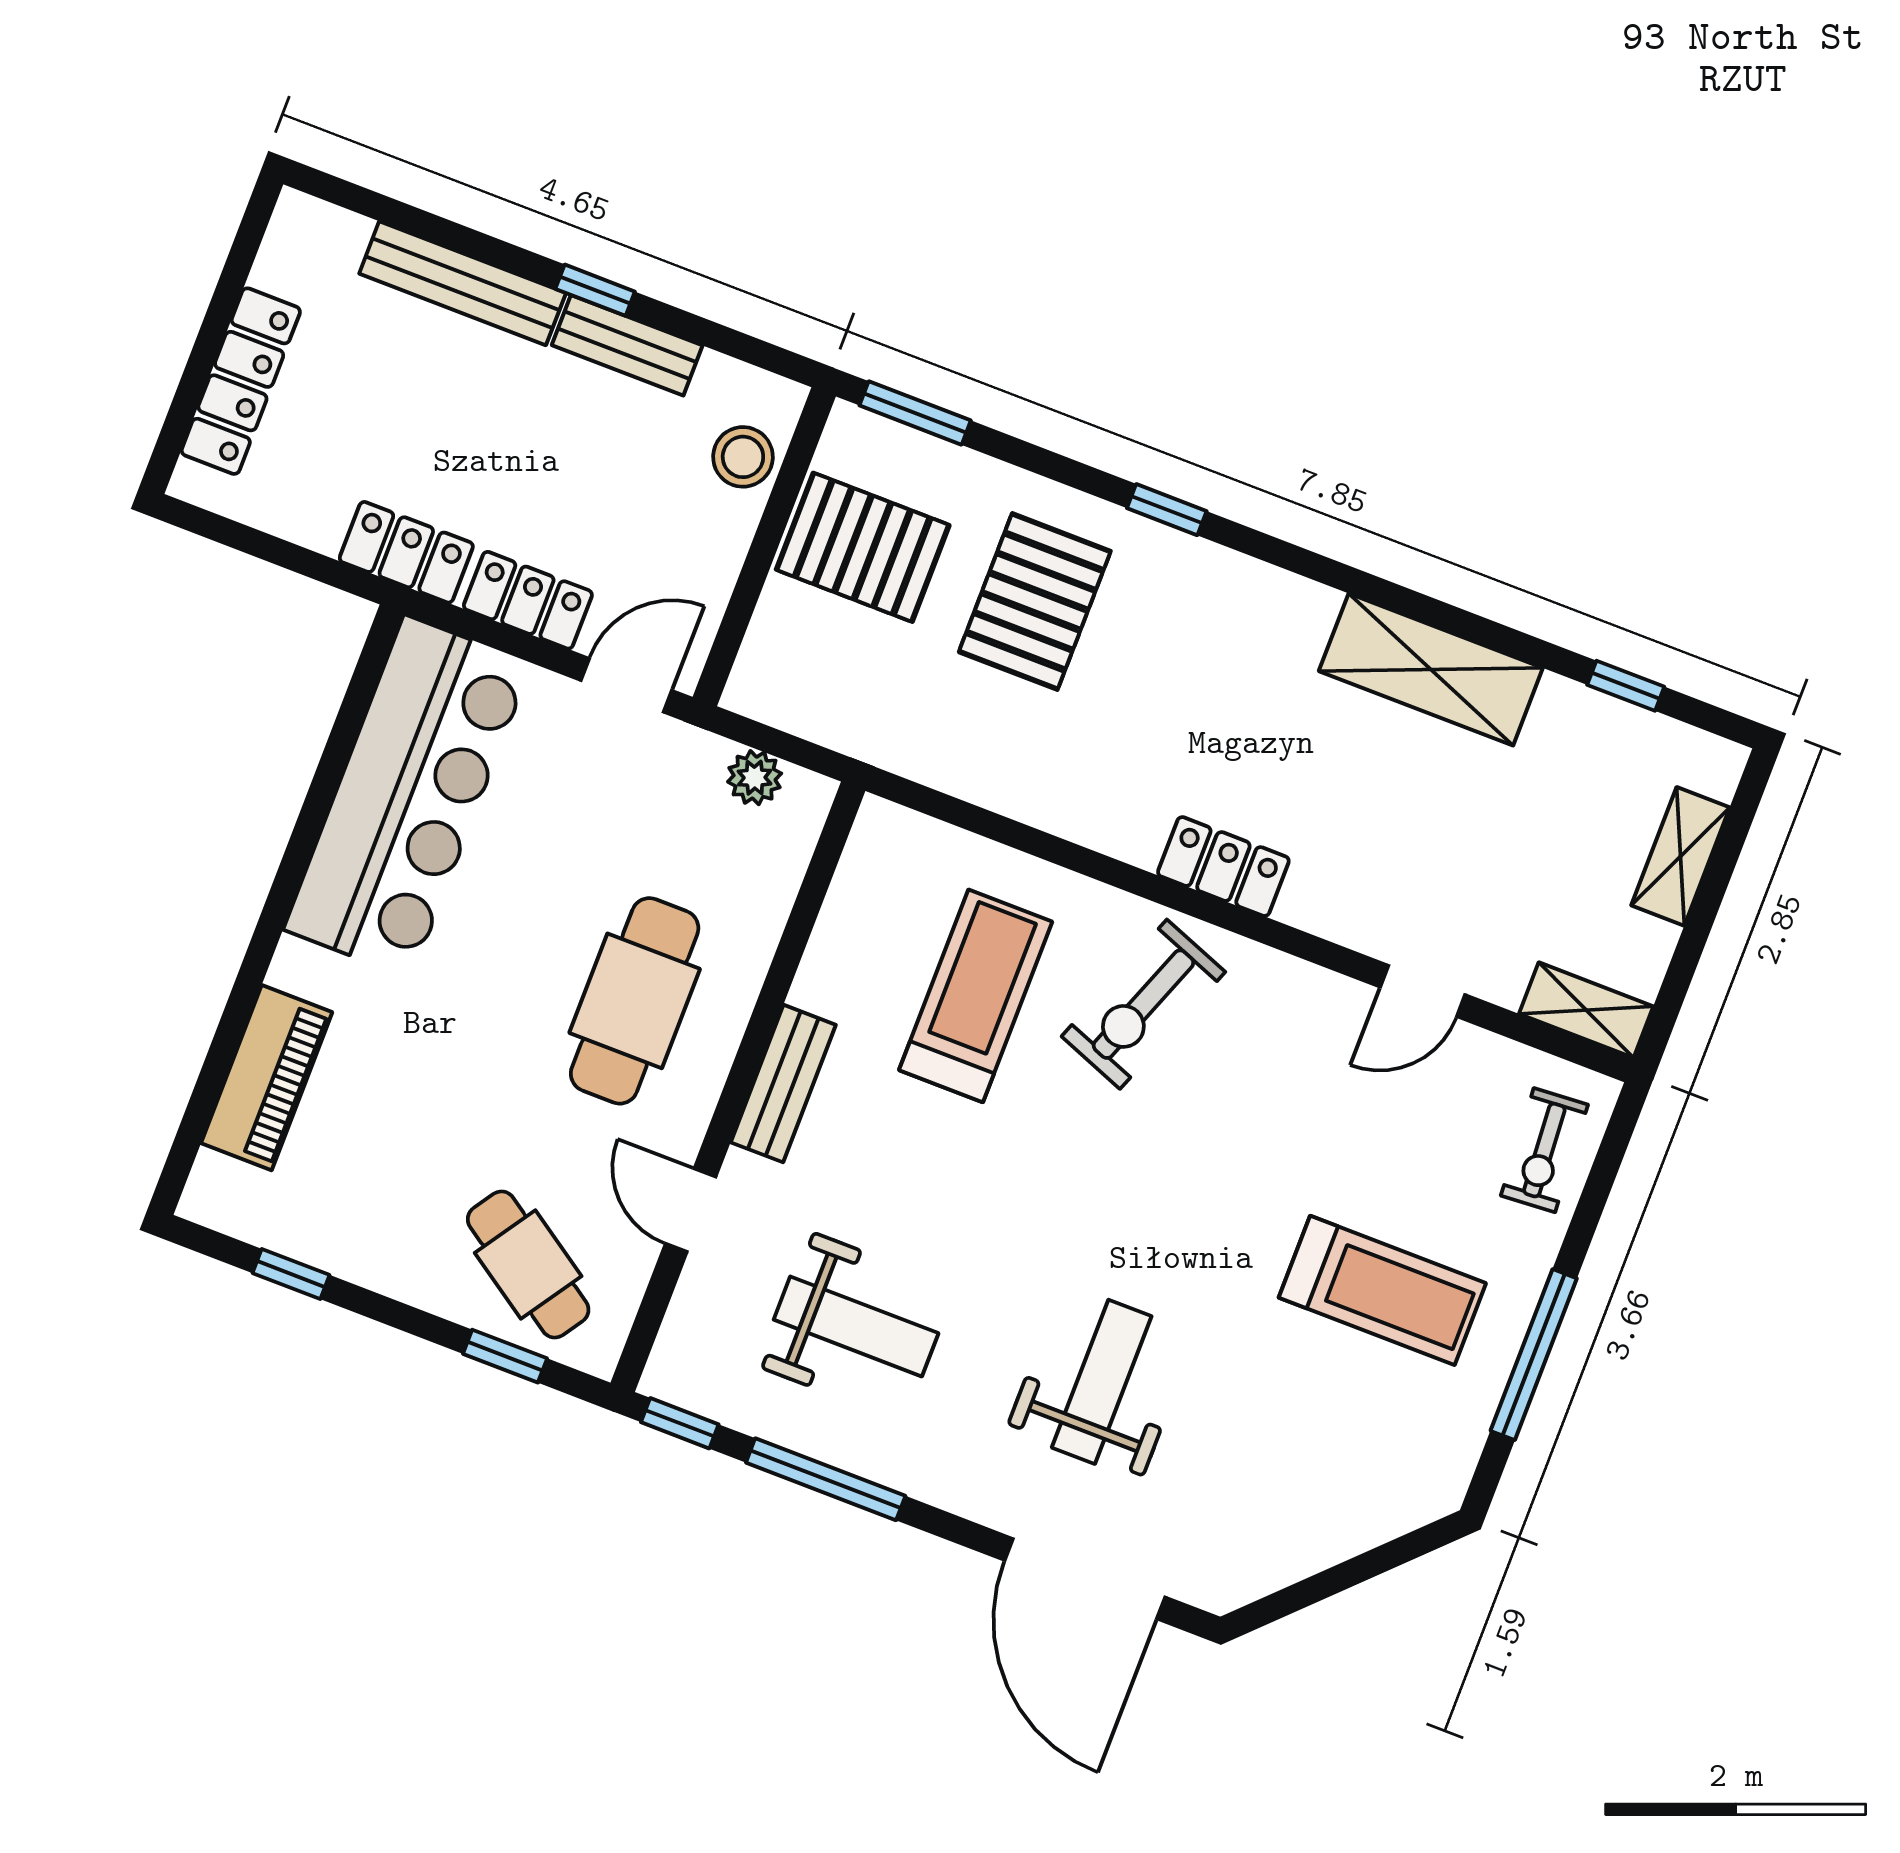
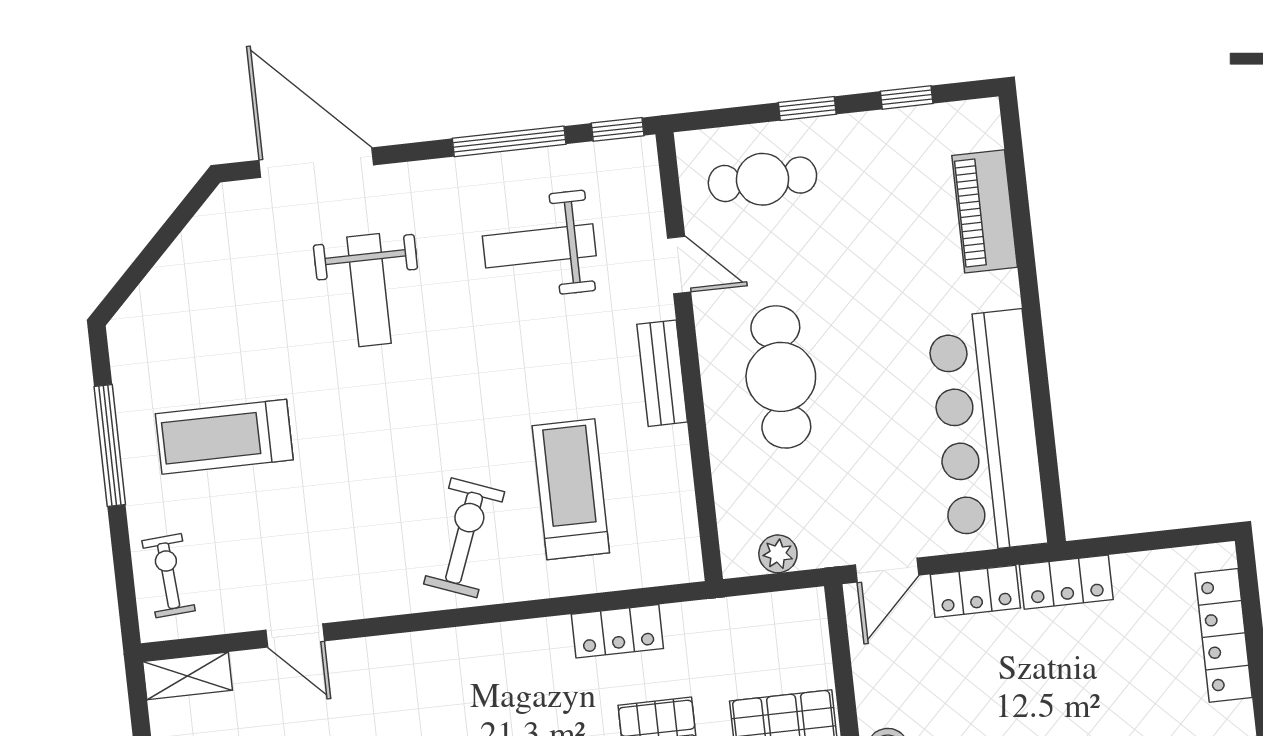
locker: (1223, 867) -> (617, 631), moved
door: (1423, 991) -> (295, 635), swing flipped
treadmill: (976, 996) -> (571, 489), turned 180
cafe table: (528, 1265) -> (762, 179), turned -34
window: (505, 1356) -> (807, 108), moved

